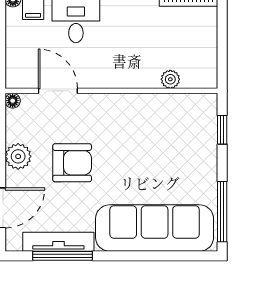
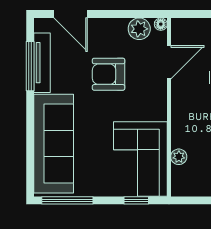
corner sofa: (173, 125) -> (140, 159), added
plant: (18, 156) -> (139, 29), moved
armchair: (72, 163) -> (109, 74), turned 90

